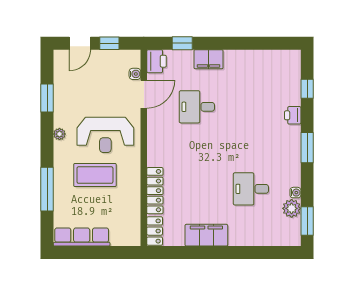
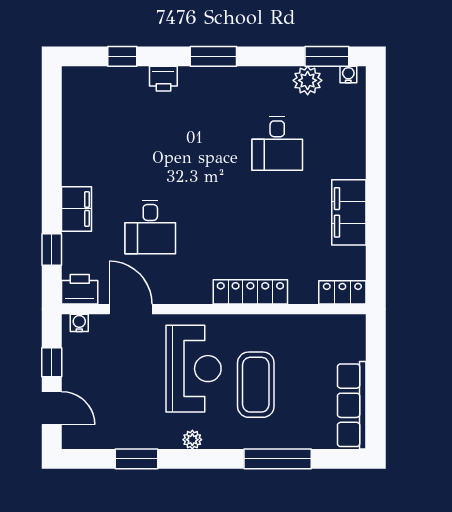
water cooler: (135, 74) -> (79, 323), moved
locker: (155, 191) -> (250, 292), moved
water cooler: (295, 193) -> (348, 75), moved

